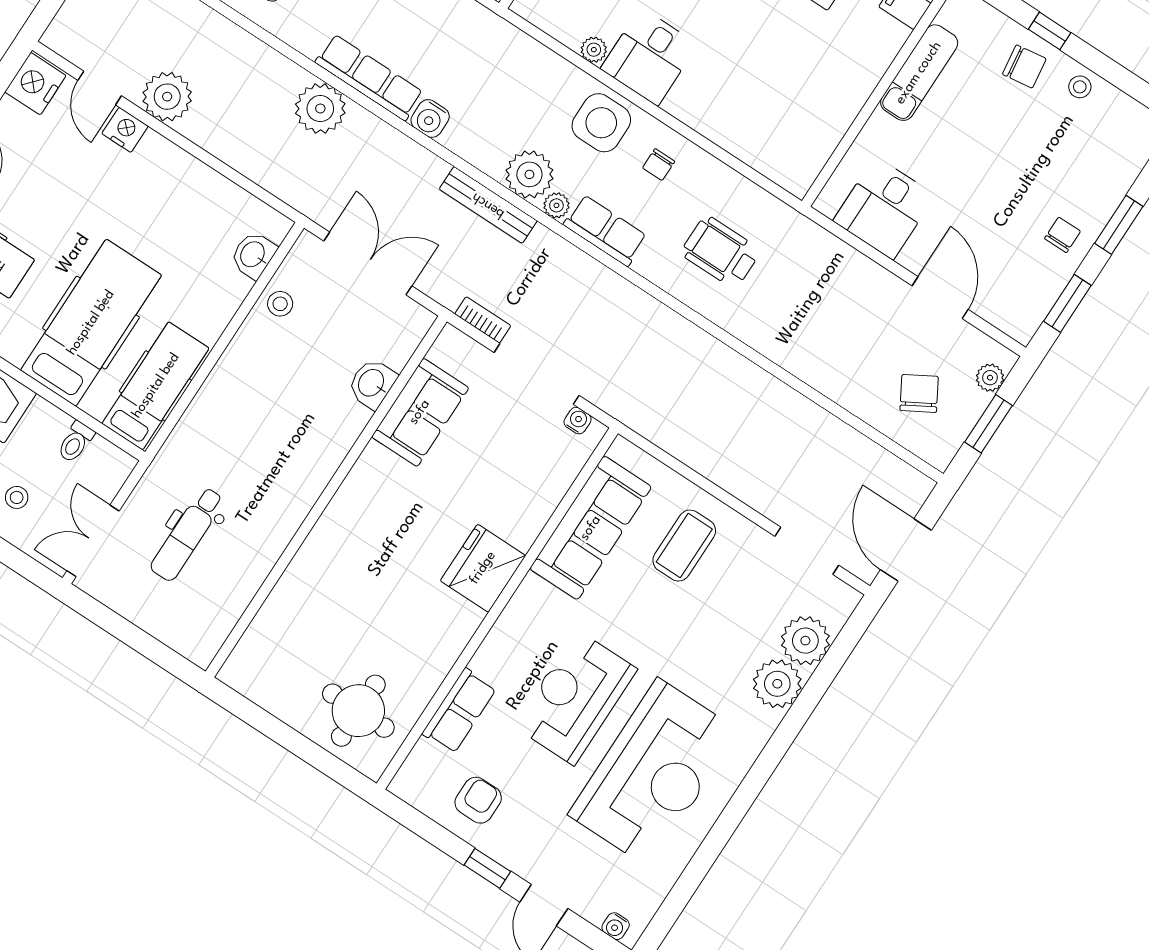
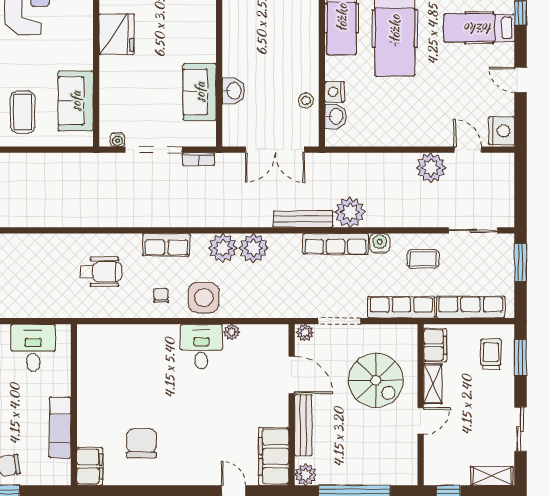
water cooler: (430, 118) -> (380, 243), moved
nightstand: (125, 130) -> (335, 92), moved, turned 90
bench: (488, 205) -> (303, 219), moved
plant: (556, 205) -> (253, 248), moved, width x1.88, depth x1.88
sofa: (591, 528) -> (76, 101), width x0.73

